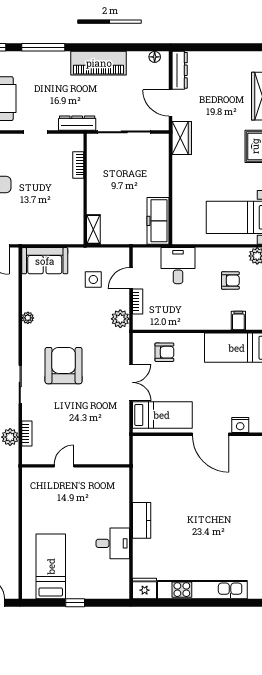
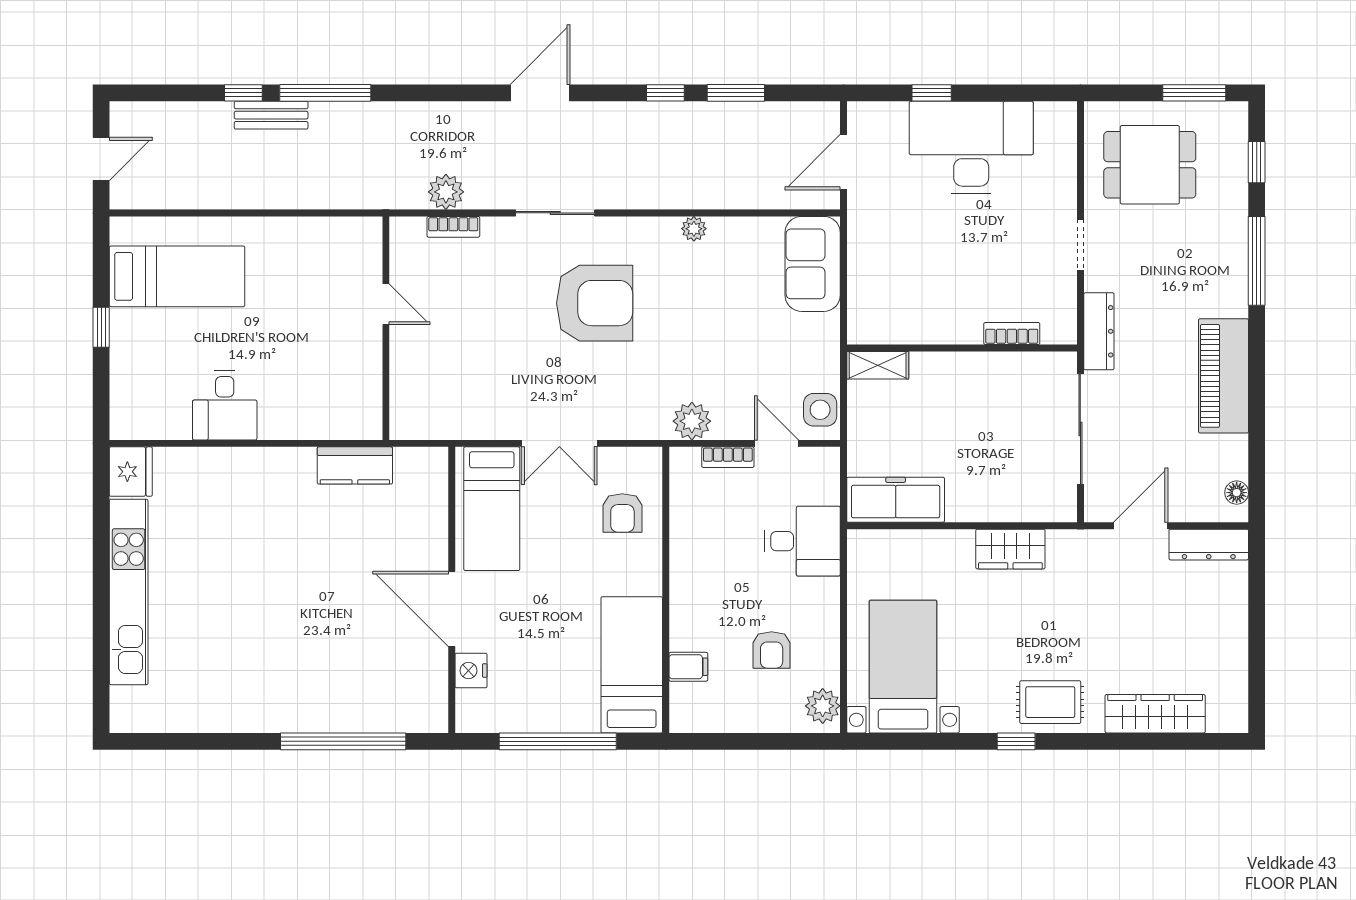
wardrobe: (182, 138) -> (1010, 549), moved
side table: (93, 280) -> (820, 410), moved
door: (211, 434) -> (452, 609), hinge flipped
kitchen counter: (142, 520) -> (355, 465), moved

